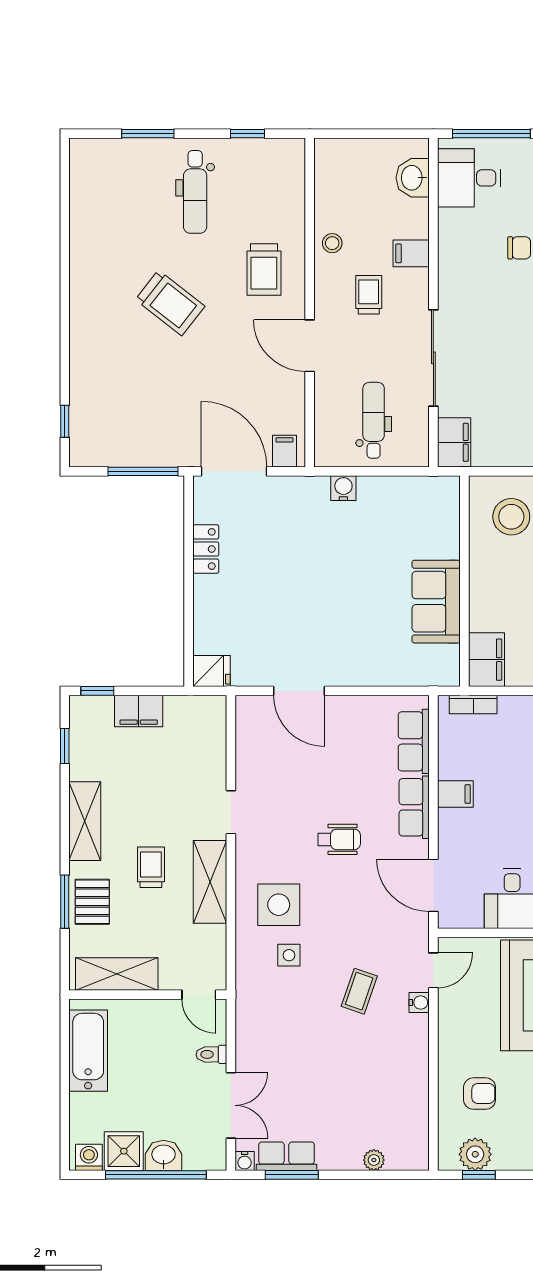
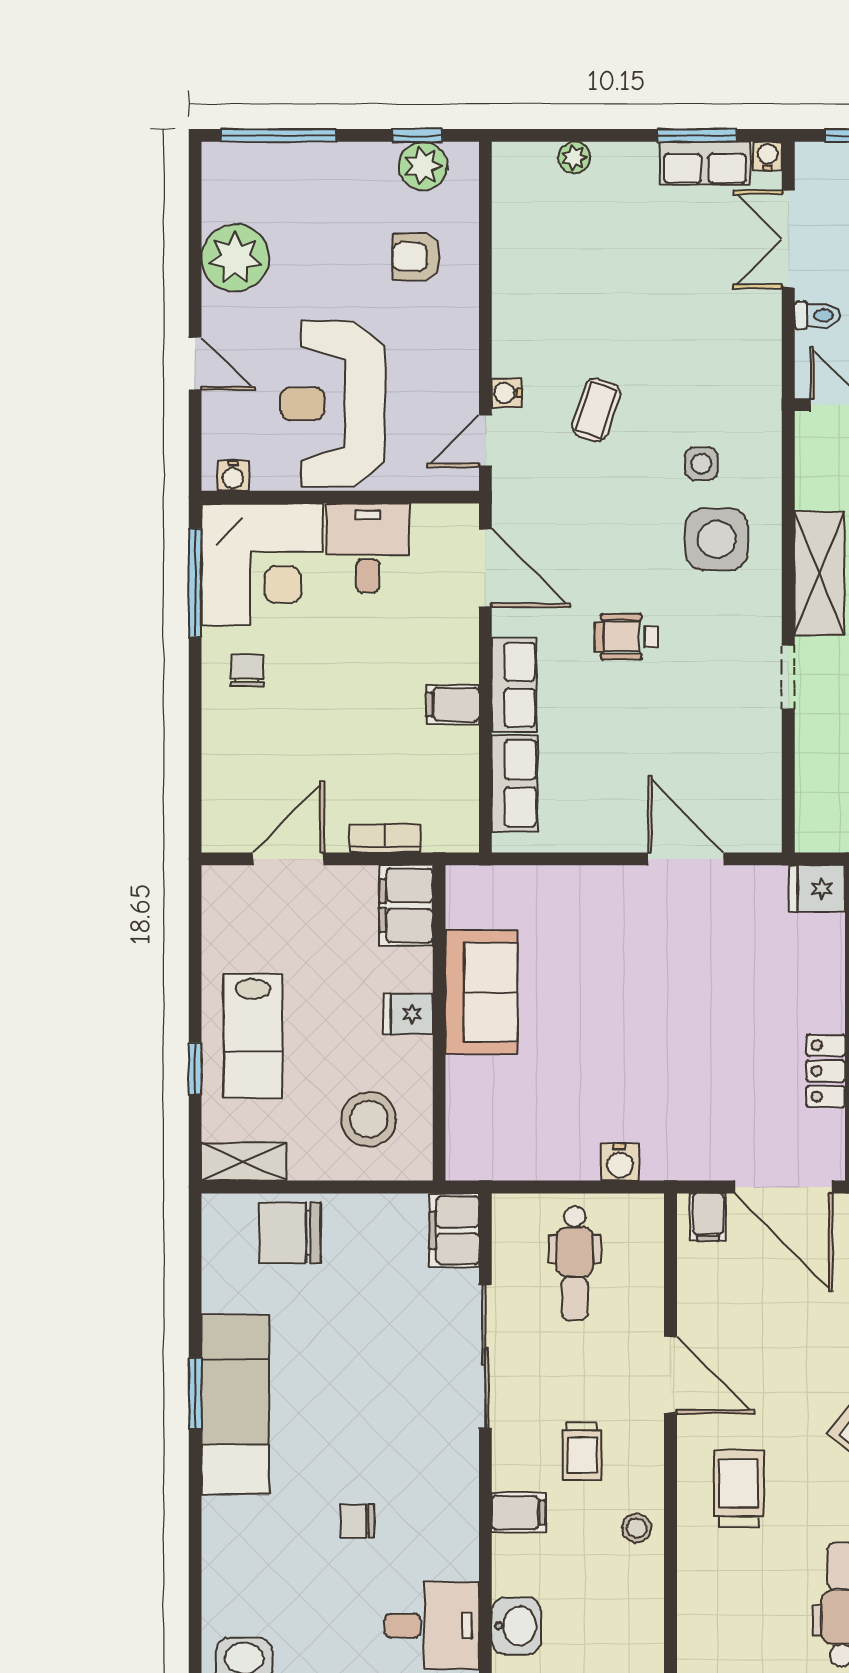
fridge: (485, 587) -> (408, 1014), added
bookcase: (473, 705) -> (385, 838), moved

